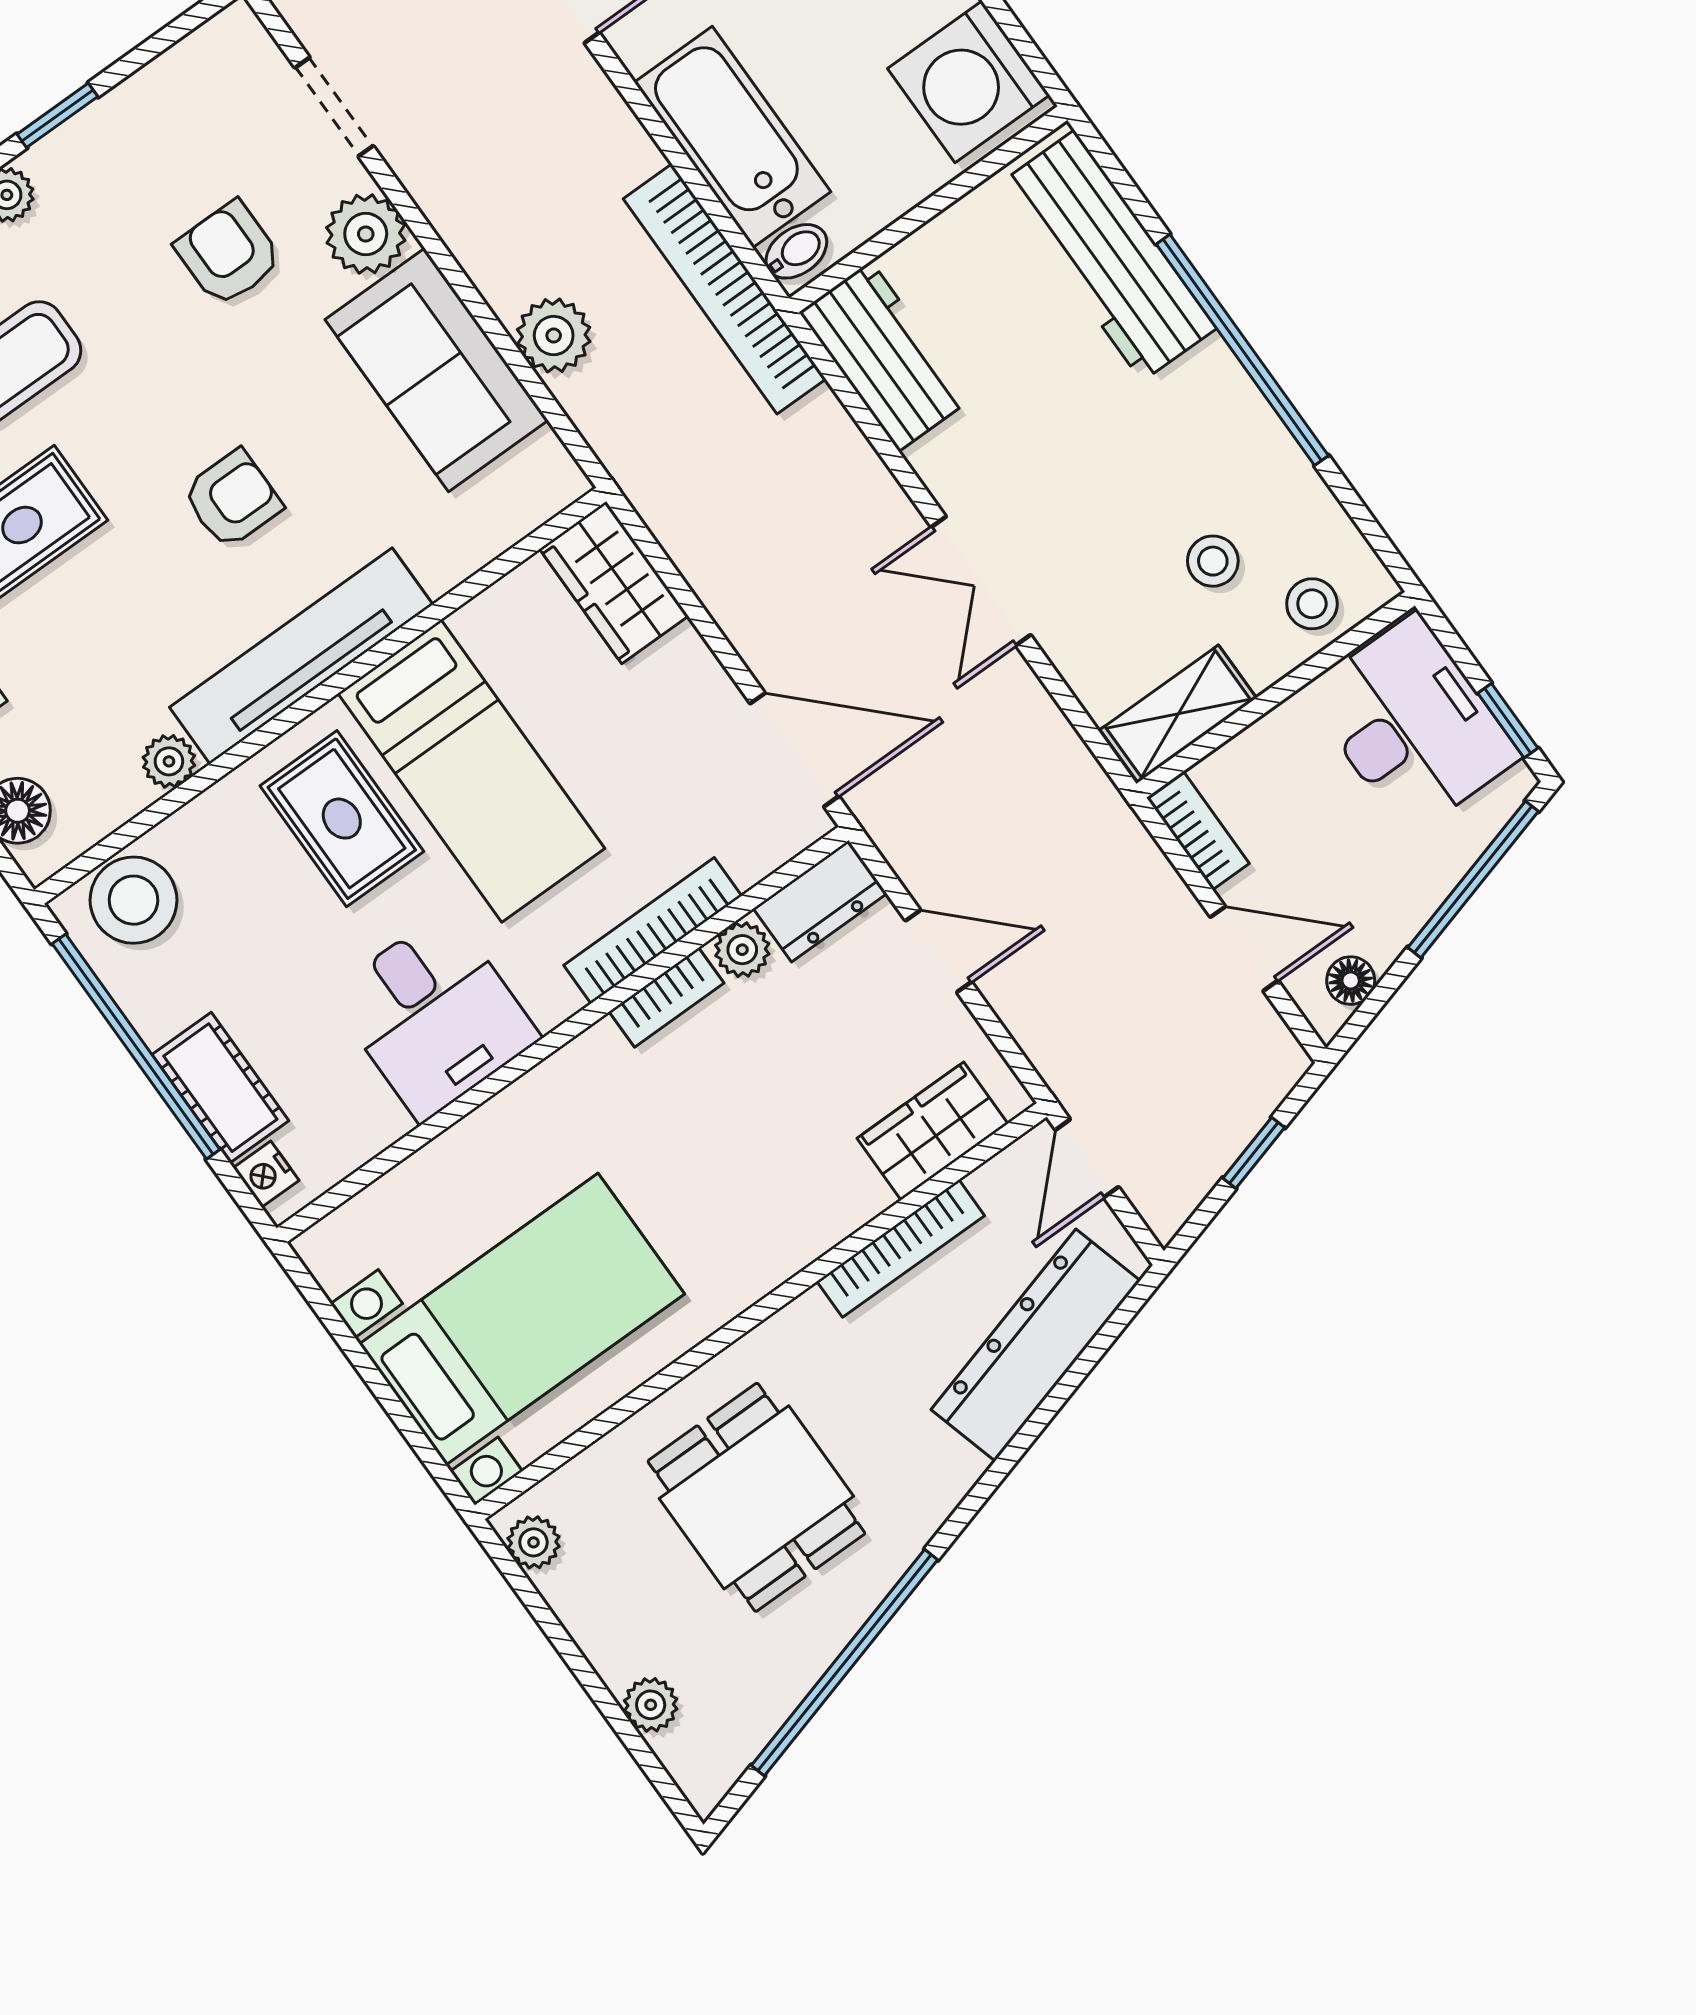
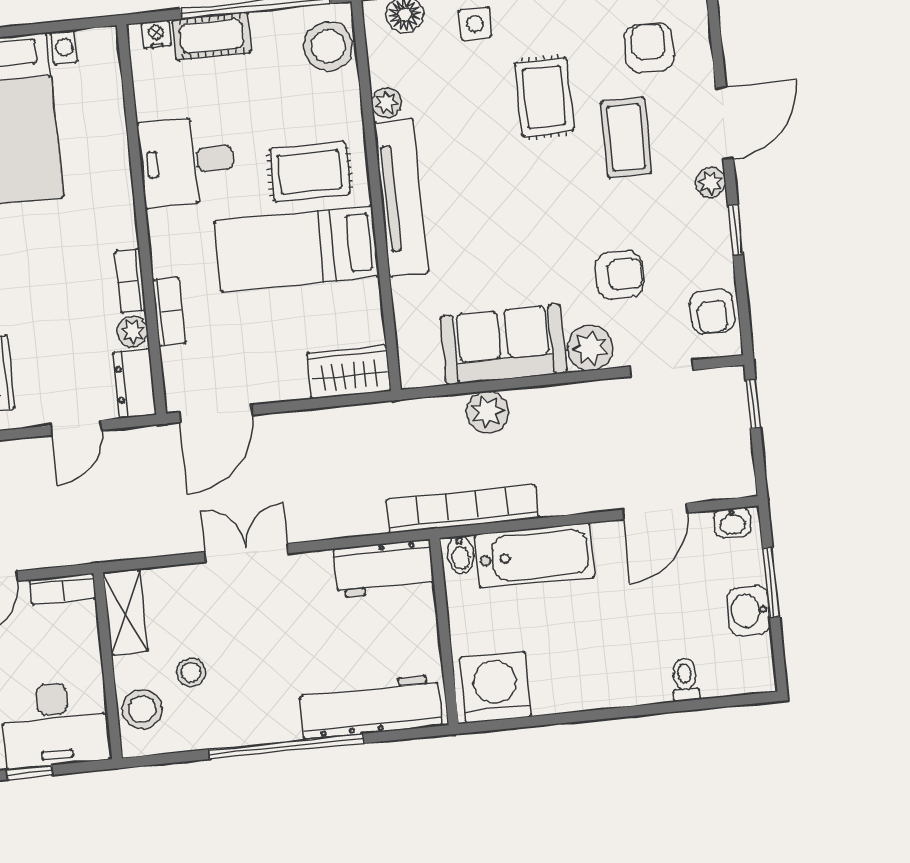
armchair: (232, 499) -> (712, 311), moved
stool: (1312, 604) -> (142, 709), width x1.37, depth x1.37
bookcase: (653, 931) -> (169, 312), width x0.64

